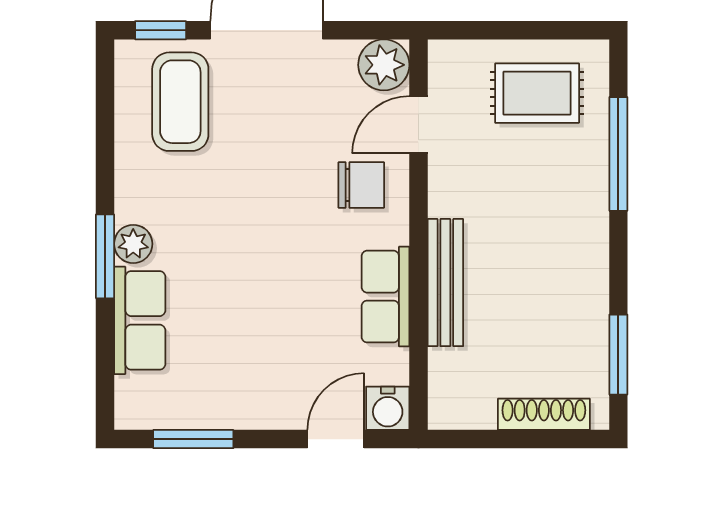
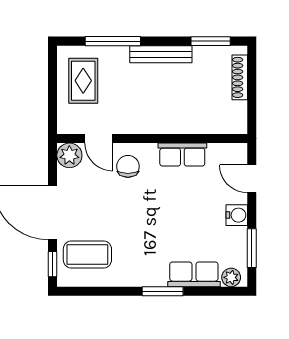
plant: (133, 244) -> (231, 277), moved
bench: (445, 283) -> (161, 54), moved
water cooler: (388, 408) -> (237, 215), moved

